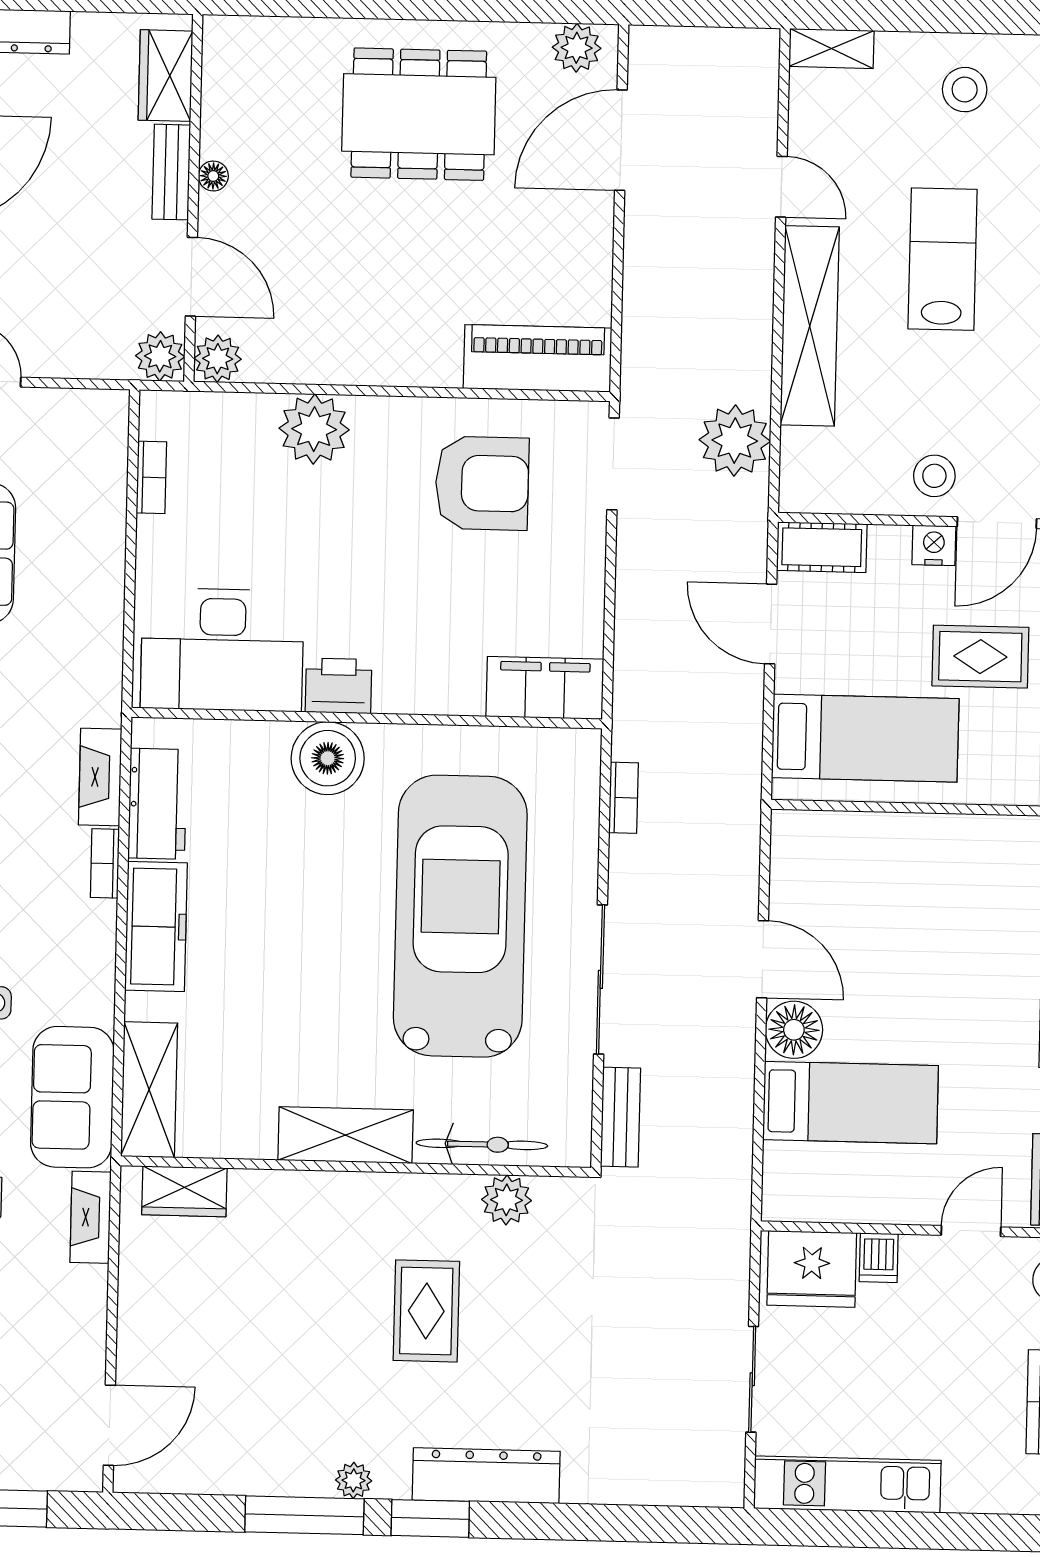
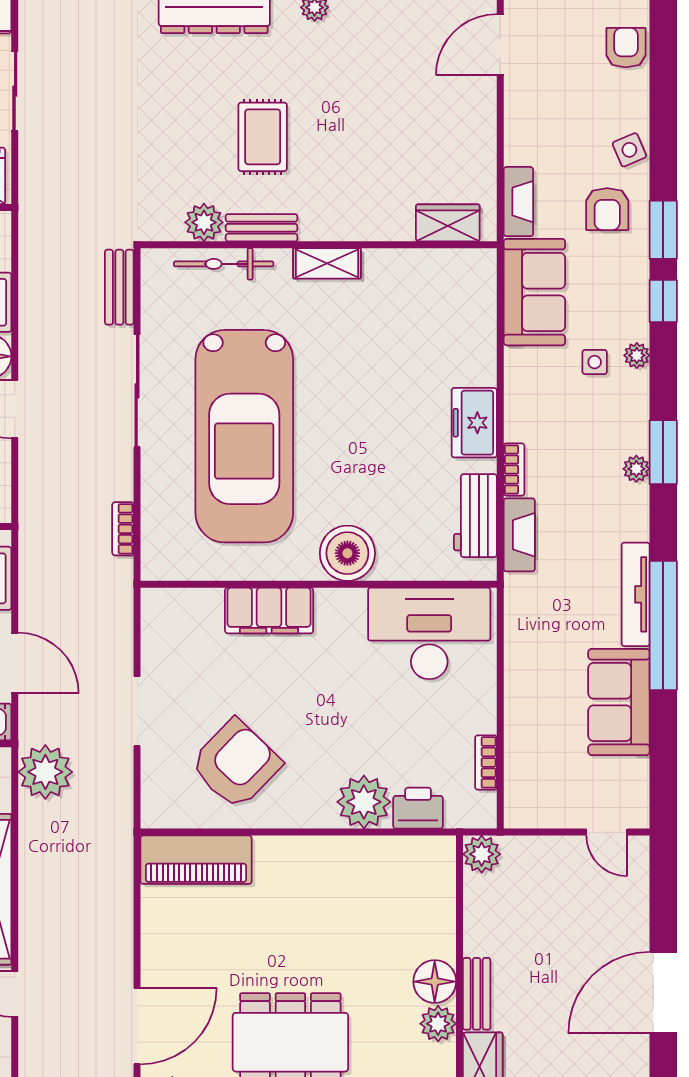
floor lamp: (213, 176) -> (435, 982), width x1.89, depth x1.89
door: (191, 277) -> (459, 915), removed
plant: (218, 359) -> (438, 1024), moved
plant: (735, 441) -> (45, 772), moved
doorway: (613, 464) -> (137, 711), moved
armchair: (482, 483) -> (236, 764), turned 134
printer: (339, 686) -> (418, 808), moved, turned 180
filing cabinet: (545, 688) -> (269, 610), moved
freezer: (156, 927) -> (474, 423), width x0.71
shelving: (149, 1090) -> (476, 299), removed
shelving: (346, 1135) -> (327, 263), width x0.67, depth x0.75
bench: (431, 1191) -> (261, 228), added

